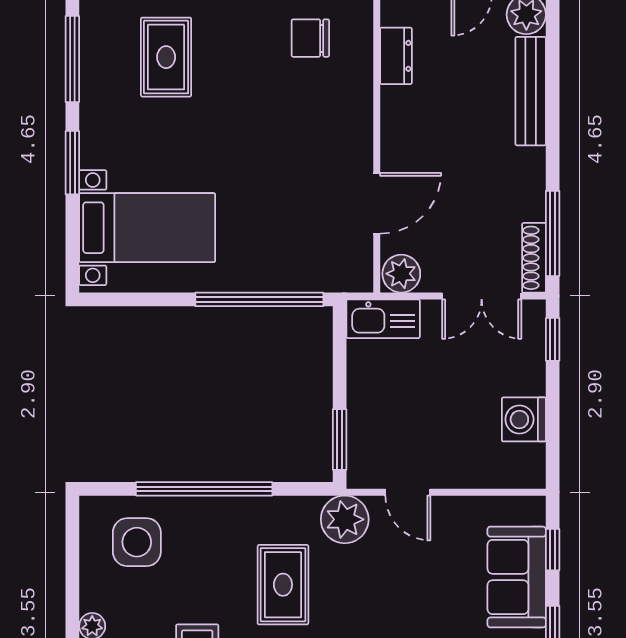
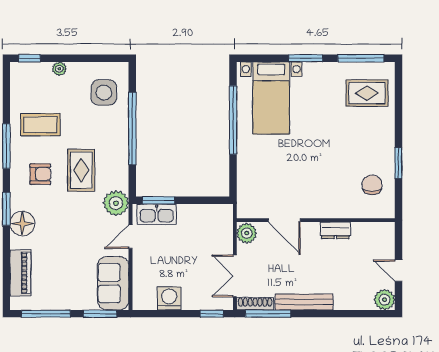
dresser: (396, 56) -> (335, 230), moved
rug: (166, 57) -> (367, 93), moved
bench: (531, 91) -> (304, 302), moved
window: (259, 299) -> (233, 120), moved
kitchen sink: (383, 319) -> (157, 214), moved, turned -90
window: (553, 550) -> (100, 314), width x1.50
sofa: (517, 577) -> (113, 283), moved, turned -90
rug: (283, 585) -> (81, 170), turned 90

